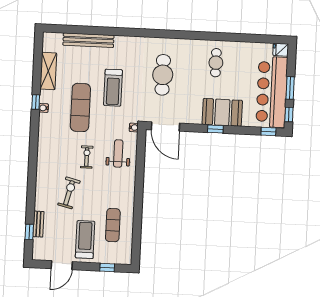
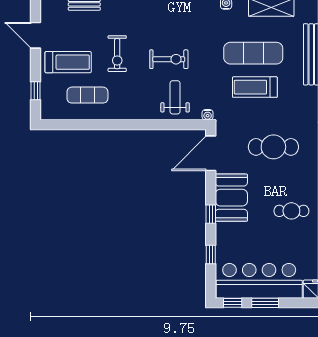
exercise mat: (80, 107) -> (253, 53), moved
booth: (222, 112) -> (231, 198), moved
window: (268, 132) -> (211, 255), moved
weight bench: (118, 153) -> (175, 97), turned -90
exercise bike: (87, 157) -> (169, 59), width x1.38, depth x1.39
exercise bike: (69, 193) -> (117, 54), moved, turned 76

